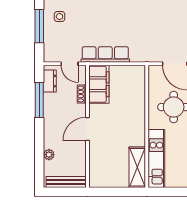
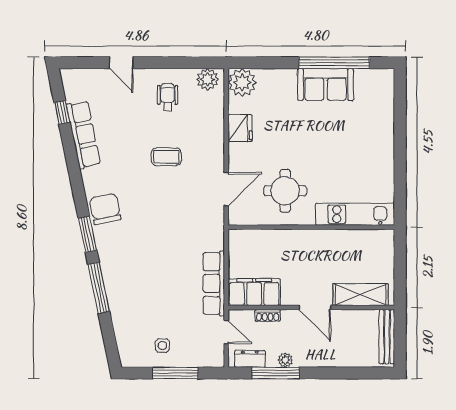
door: (70, 64) -> (226, 332), hinge flipped
plant: (49, 155) -> (285, 360), moved
shelving: (137, 167) -> (360, 295), moved

